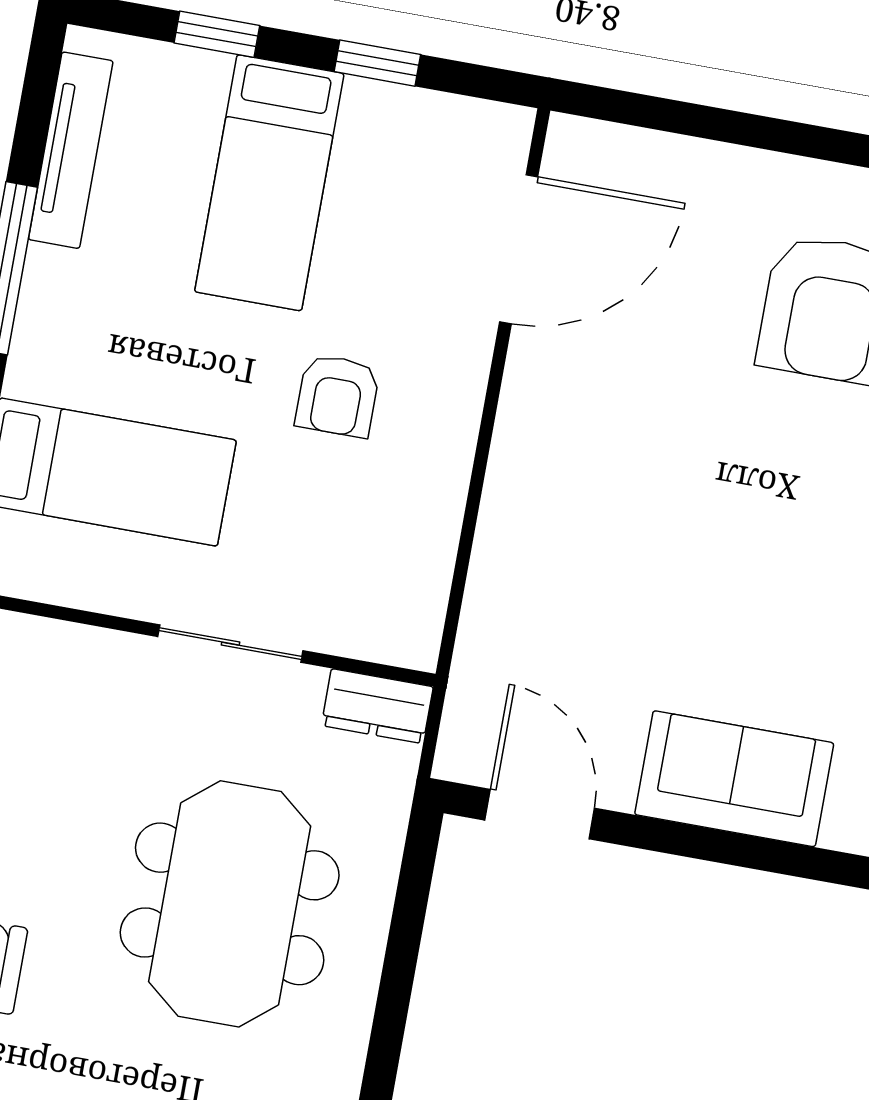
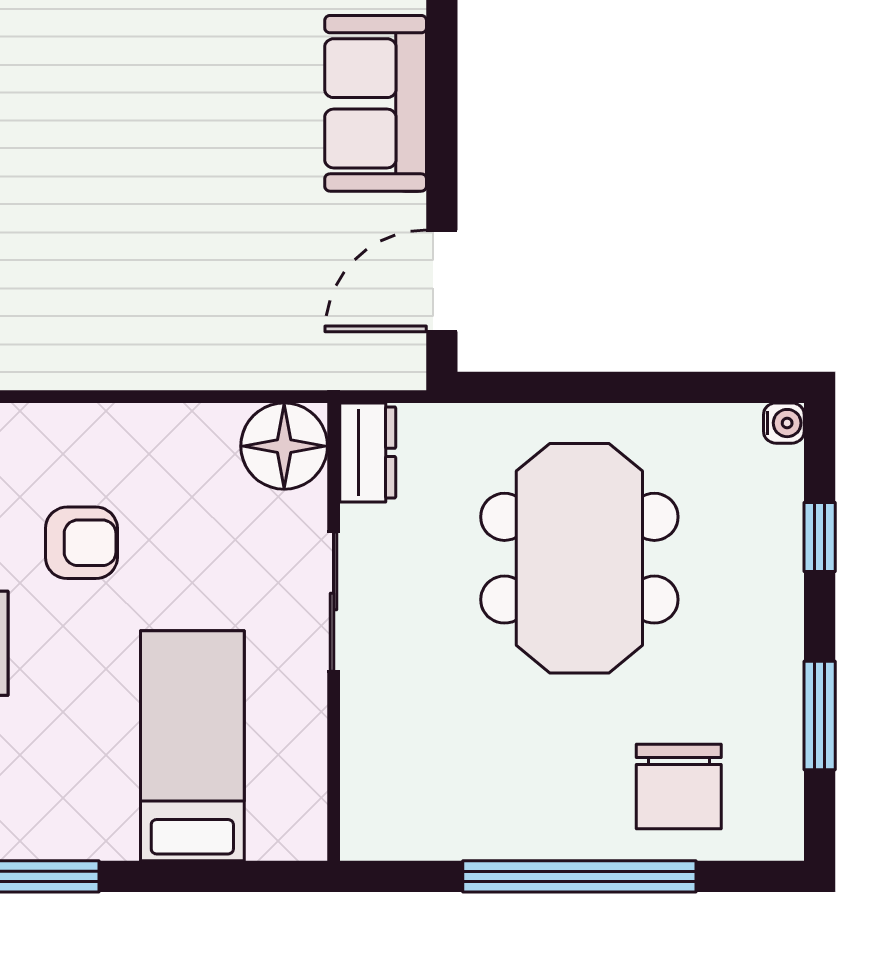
floor lamp: (399, 622) -> (284, 446), added
meeting table: (230, 904) -> (579, 558), turned 90

